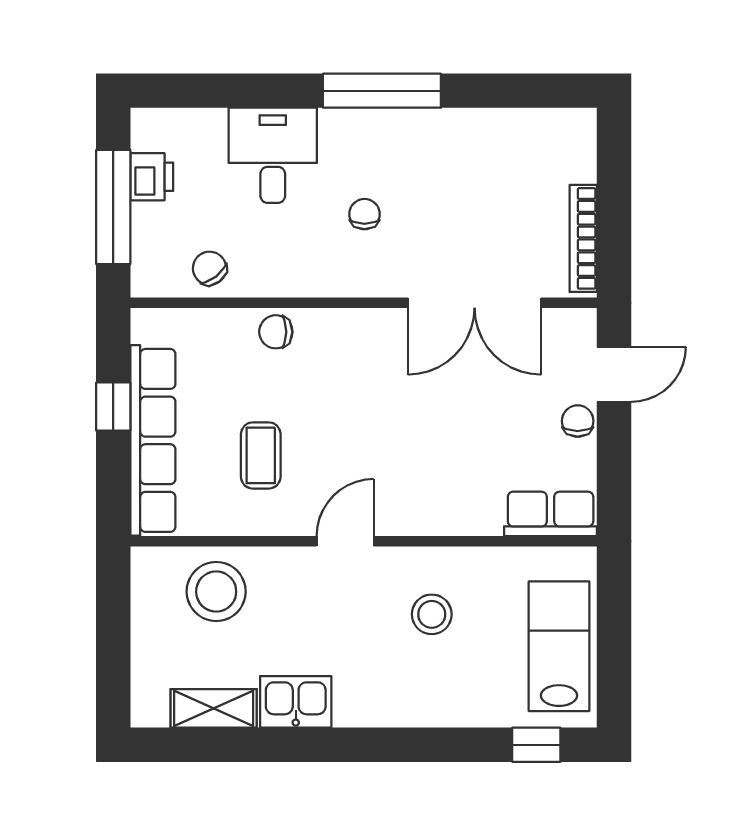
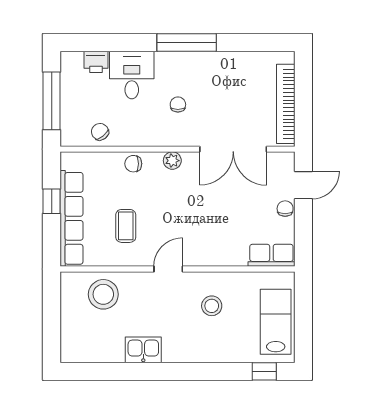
printer: (152, 177) -> (96, 62), moved, turned 90
bookcase: (583, 238) -> (286, 104), width x1.48, depth x1.31
plant: (353, 325) -> (172, 161), added
shelving: (214, 708) -> (102, 353), removed

